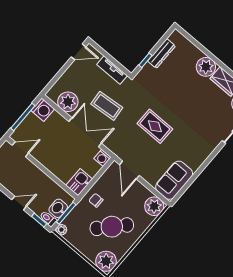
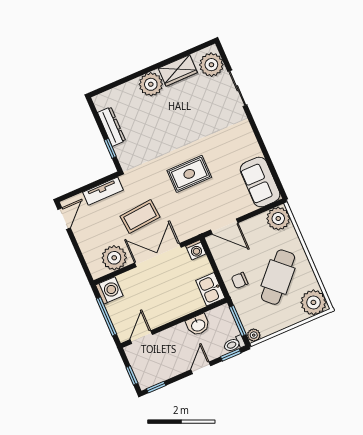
washbasin: (58, 208) -> (198, 325), moved, turned -90

